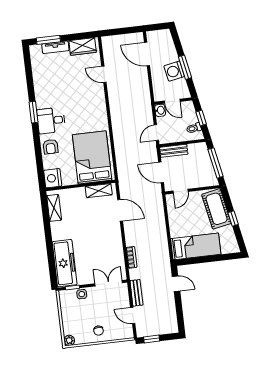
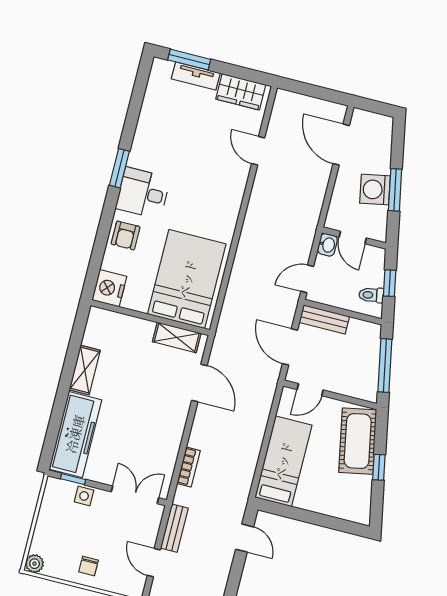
shelving: (54, 208) -> (85, 370), moved
bed: (196, 246) -> (283, 461), moved, turned -90

